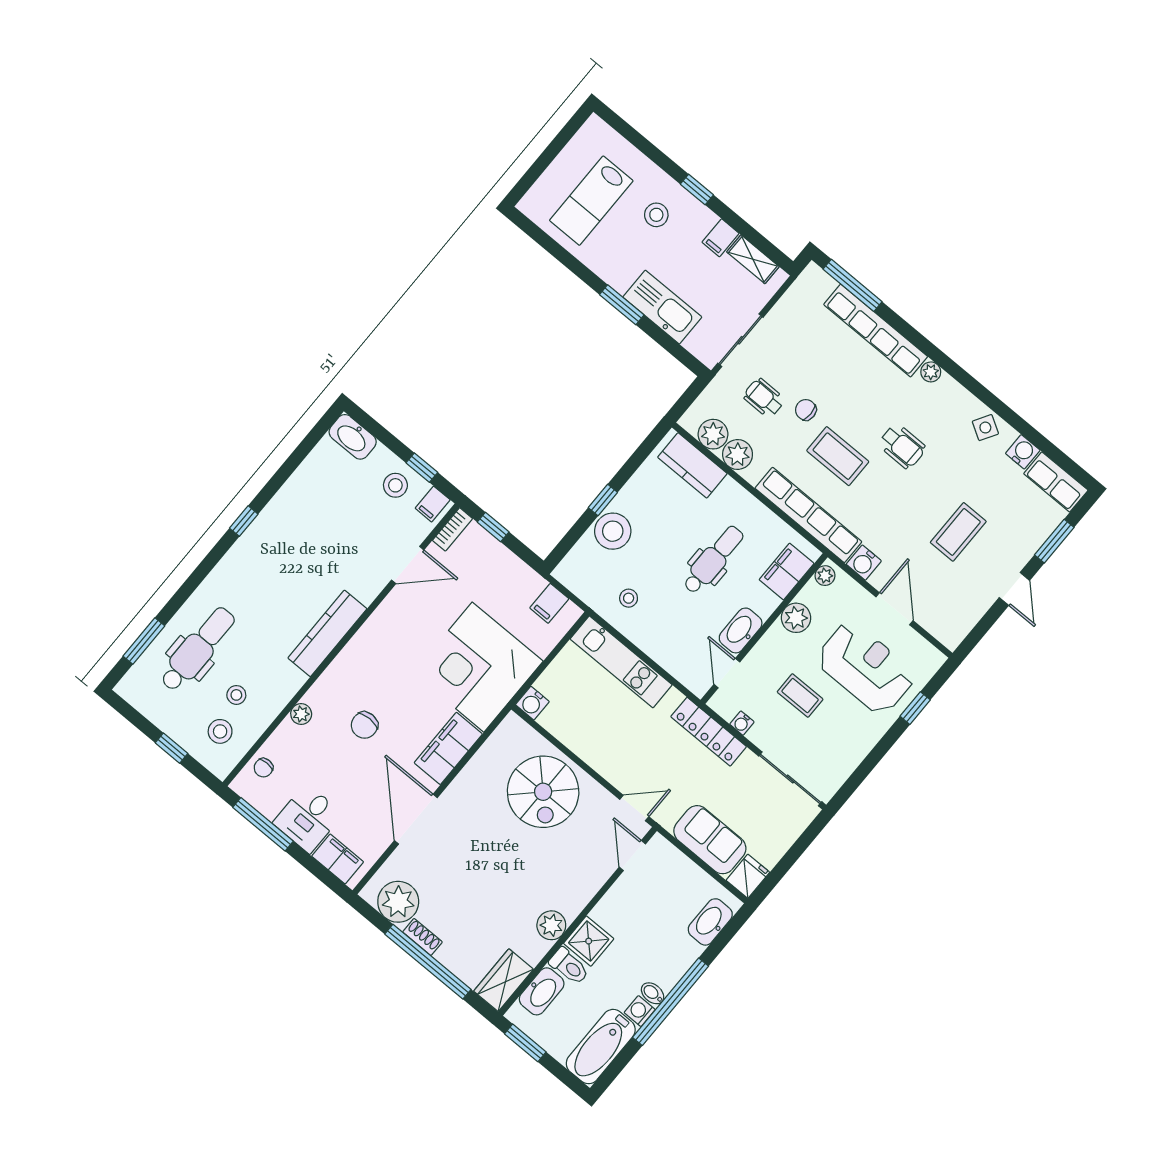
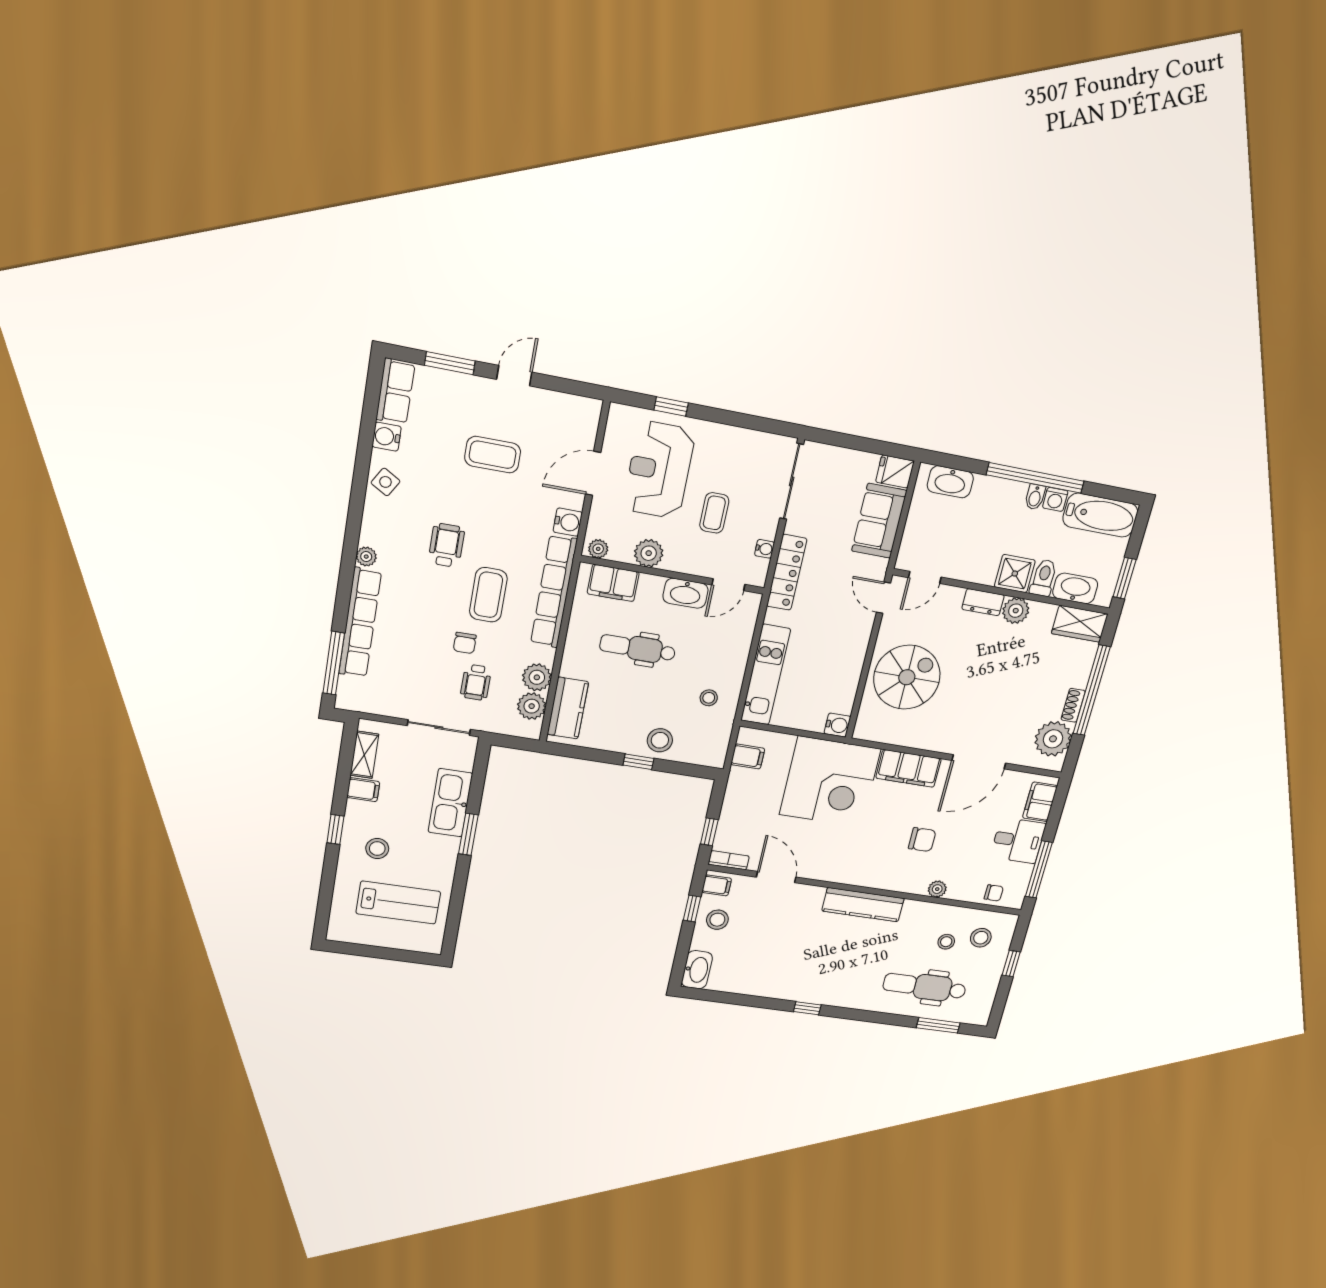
stool: (613, 531) -> (660, 740), width x0.73, depth x0.73
dresser: (577, 898) -> (983, 602), added

